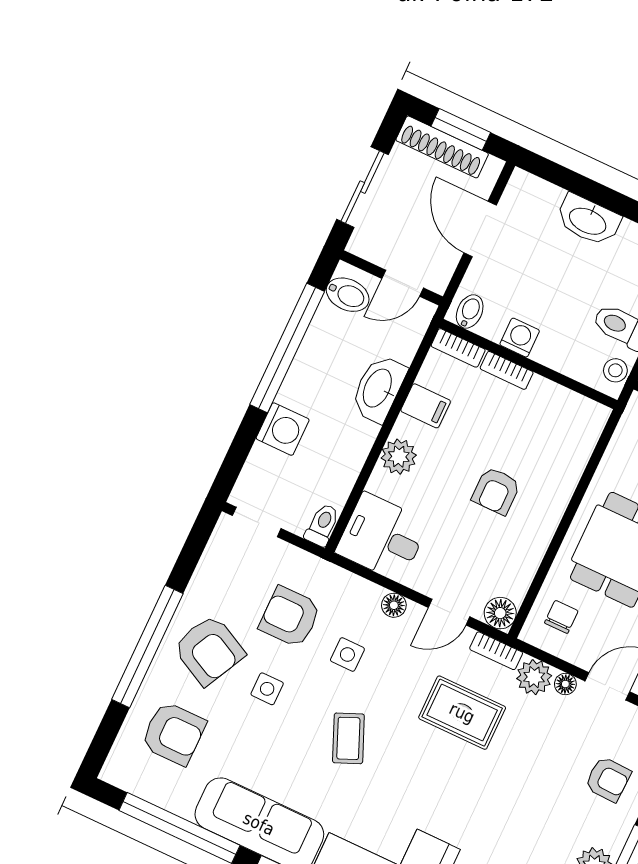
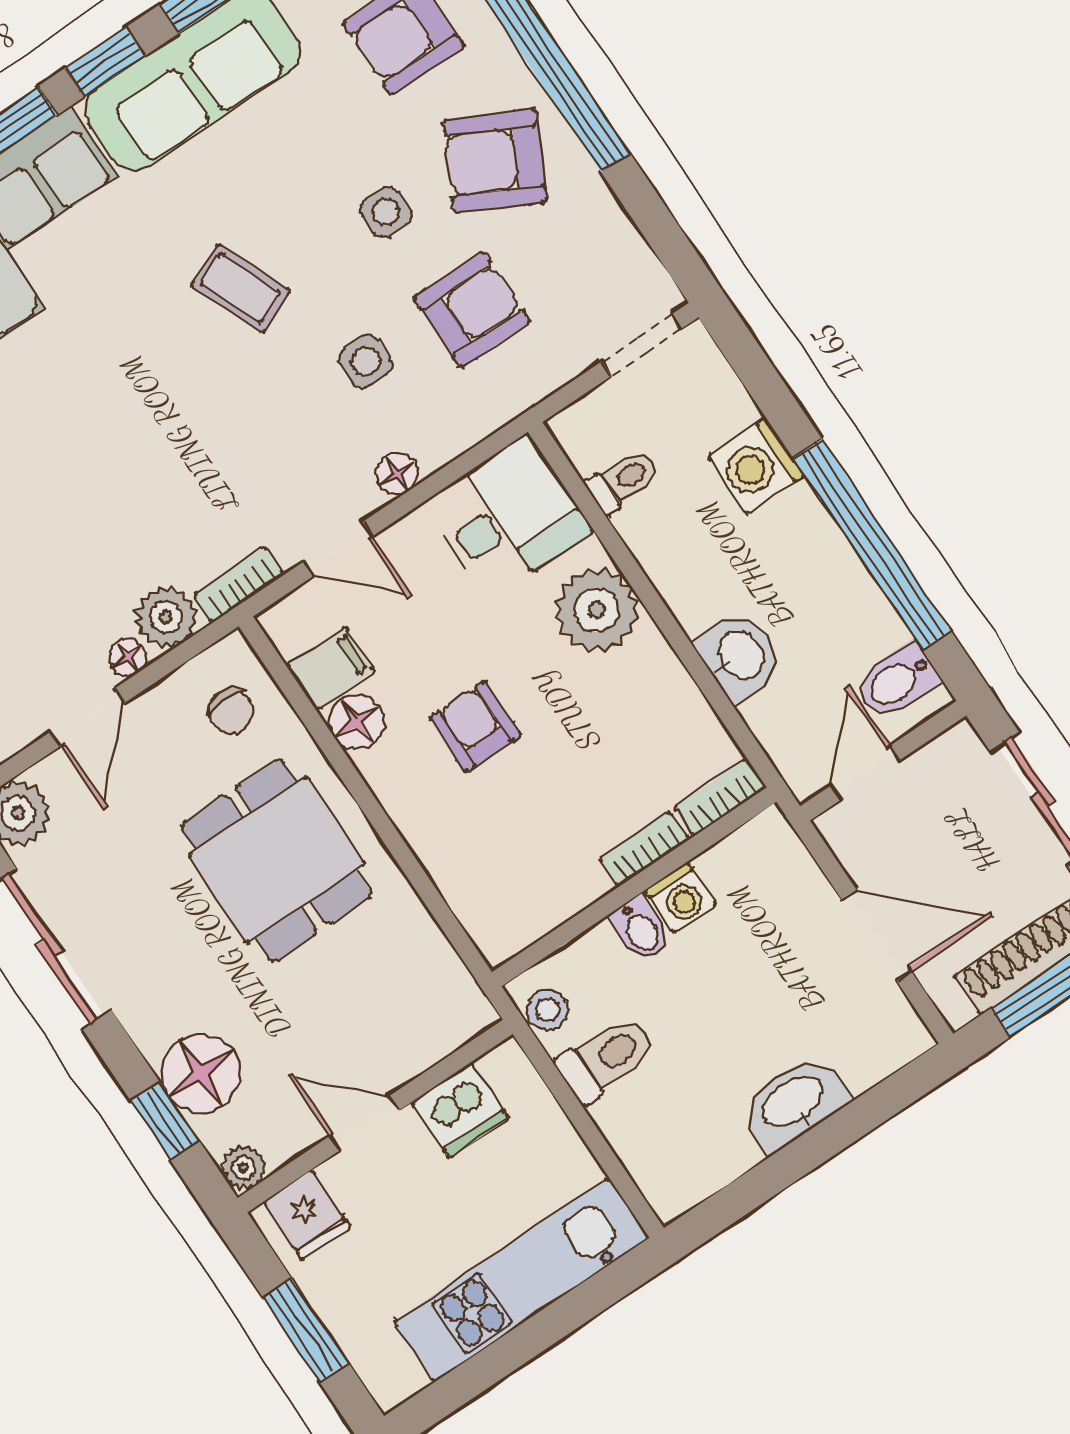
bidet: (470, 312) -> (640, 930), moved
washbasin: (378, 389) -> (740, 656), width x0.72
filing cabinet: (426, 406) -> (331, 668), moved, turned 180
plant: (399, 457) -> (597, 610), width x1.36, depth x1.36
toilet: (322, 525) -> (623, 481), moved, turned -90
door: (449, 612) -> (338, 549), swing flipped
floor lamp: (500, 613) -> (356, 722), moved
rug: (462, 713) -> (178, 479), removed

